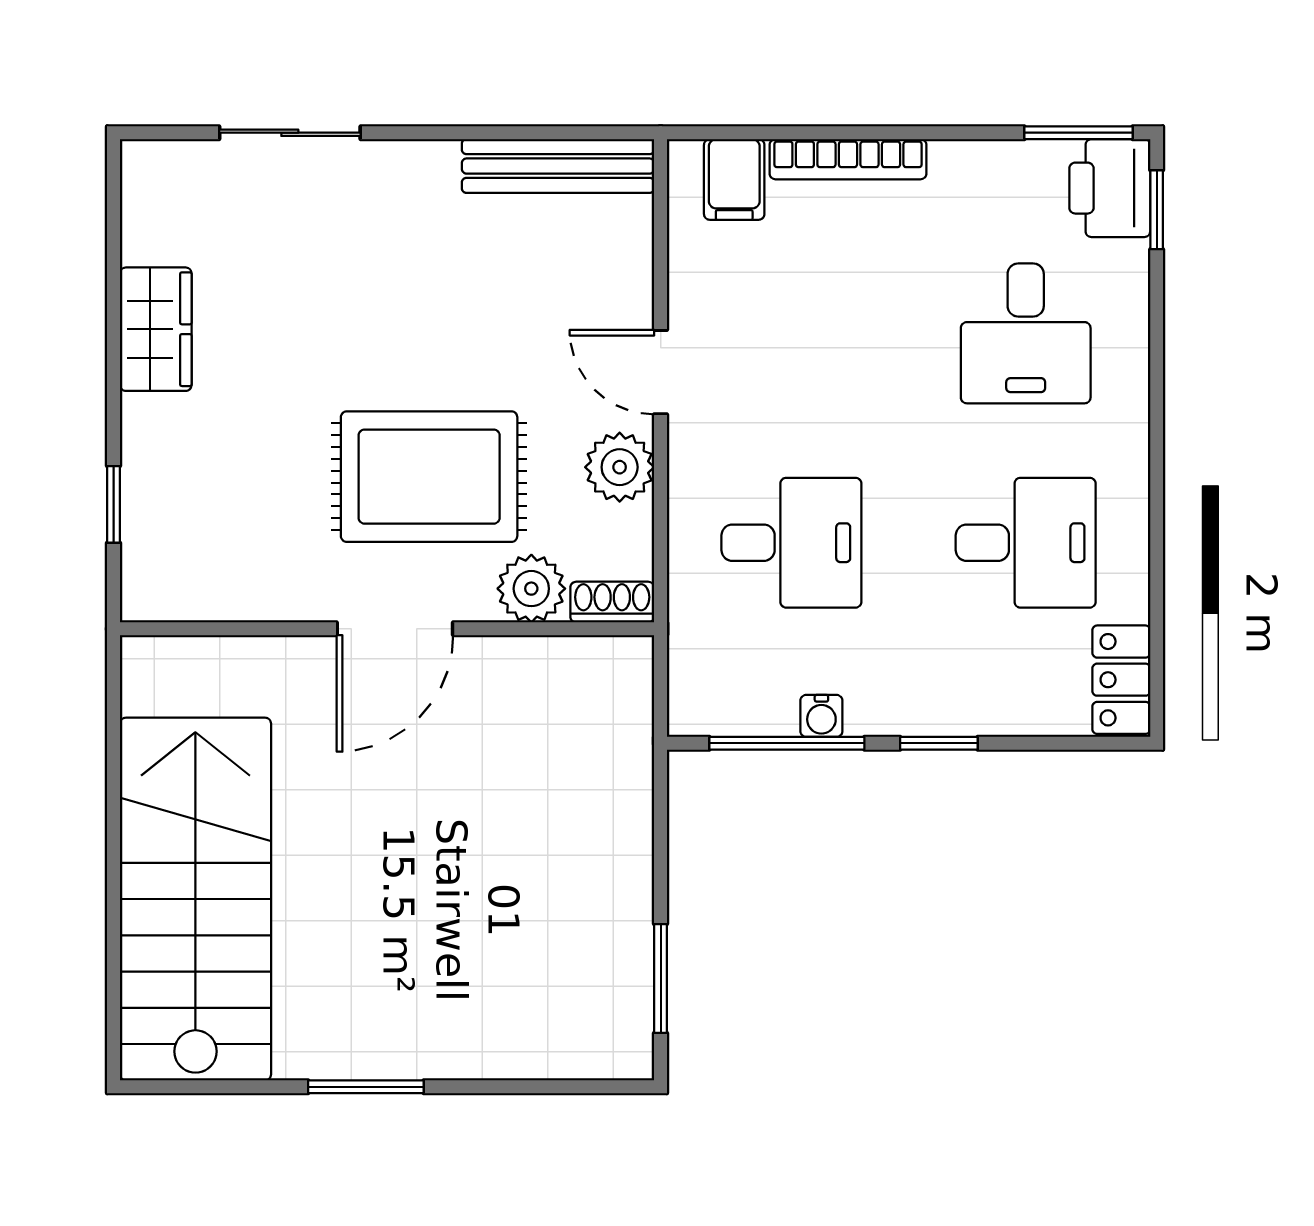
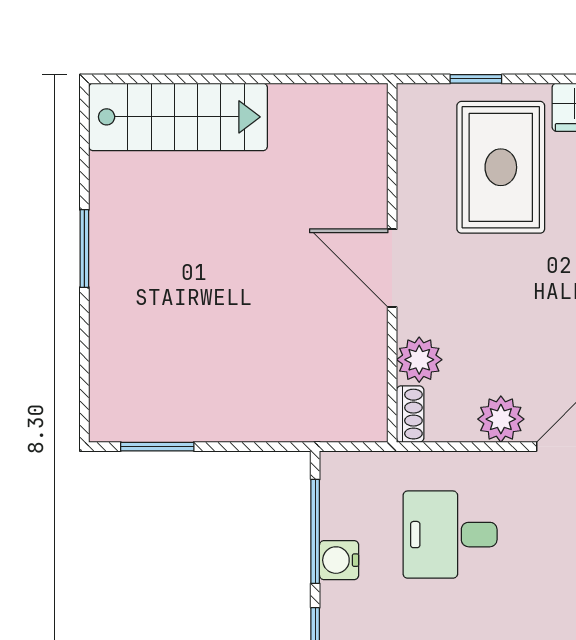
rug: (429, 477) -> (501, 167), moved
desk: (791, 543) -> (450, 535), turned 90
water cooler: (821, 716) -> (339, 560), width x1.38, depth x1.38
stairs: (195, 899) -> (178, 117), width x0.73, depth x0.66

